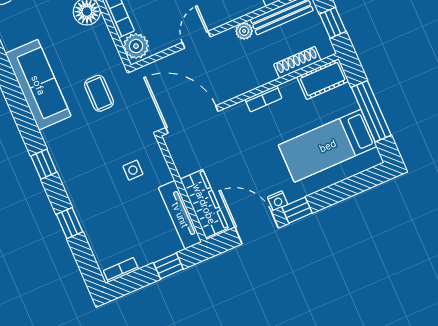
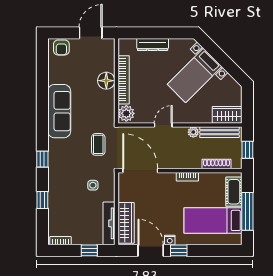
cot: (323, 79) -> (234, 192), moved, turned 90
coffee table: (99, 93) -> (98, 144), moved

